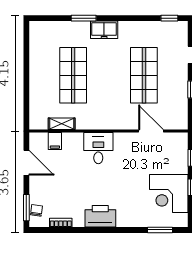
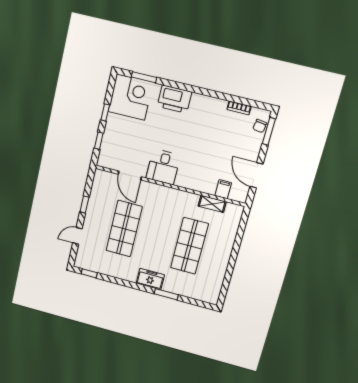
desk: (98, 148) -> (163, 167), moved
corner desk: (169, 193) -> (131, 97), moved
printer: (100, 216) -> (174, 99), moved

